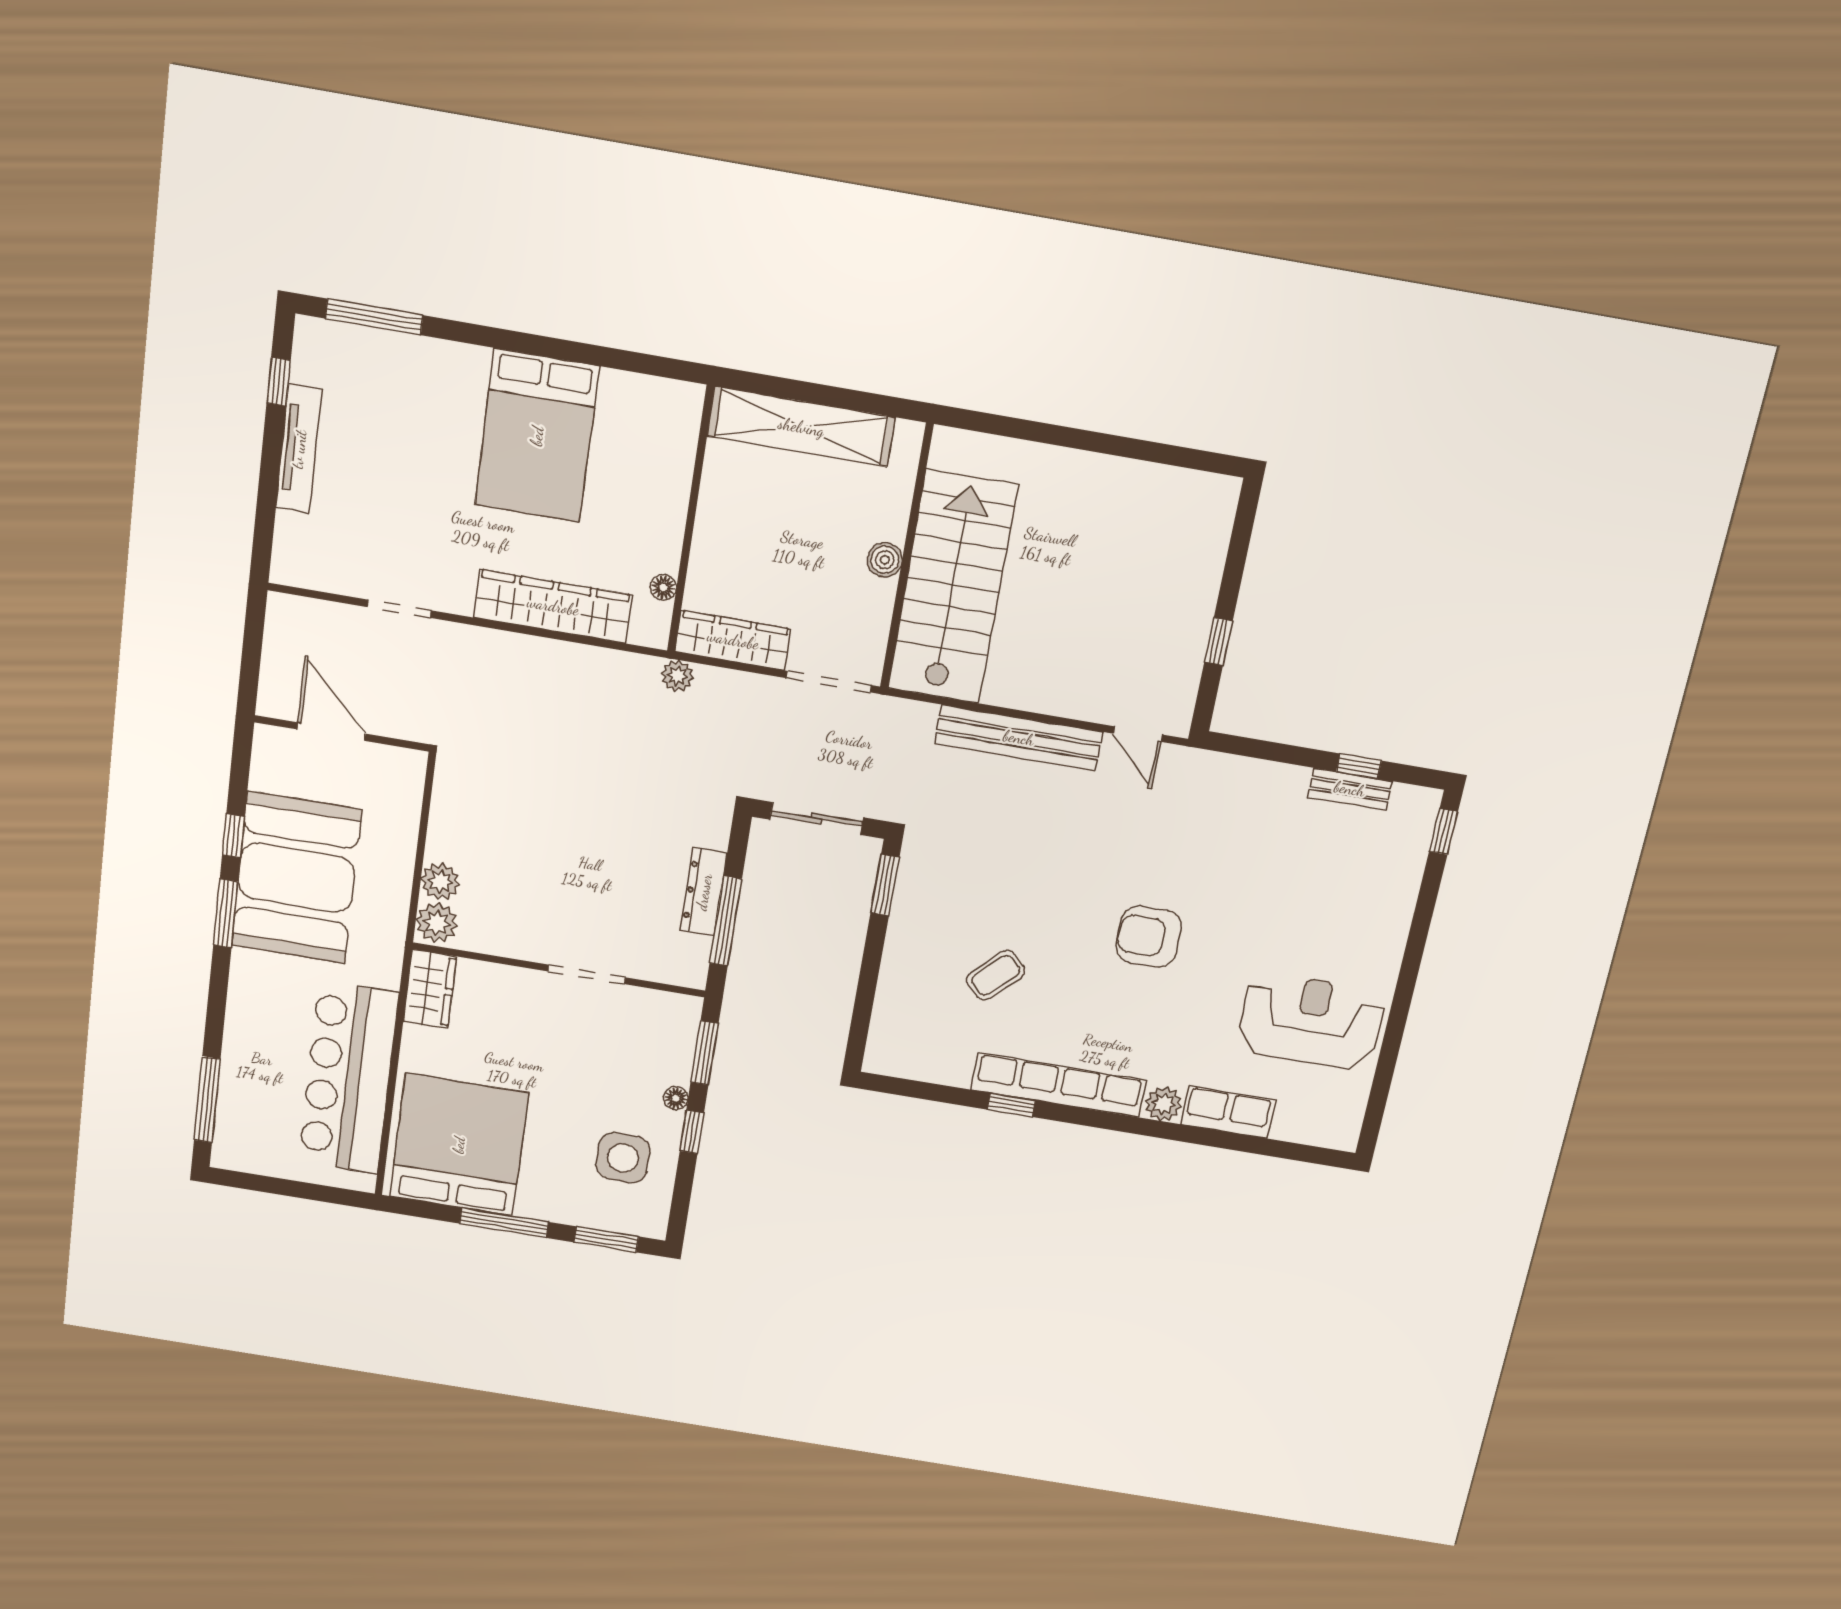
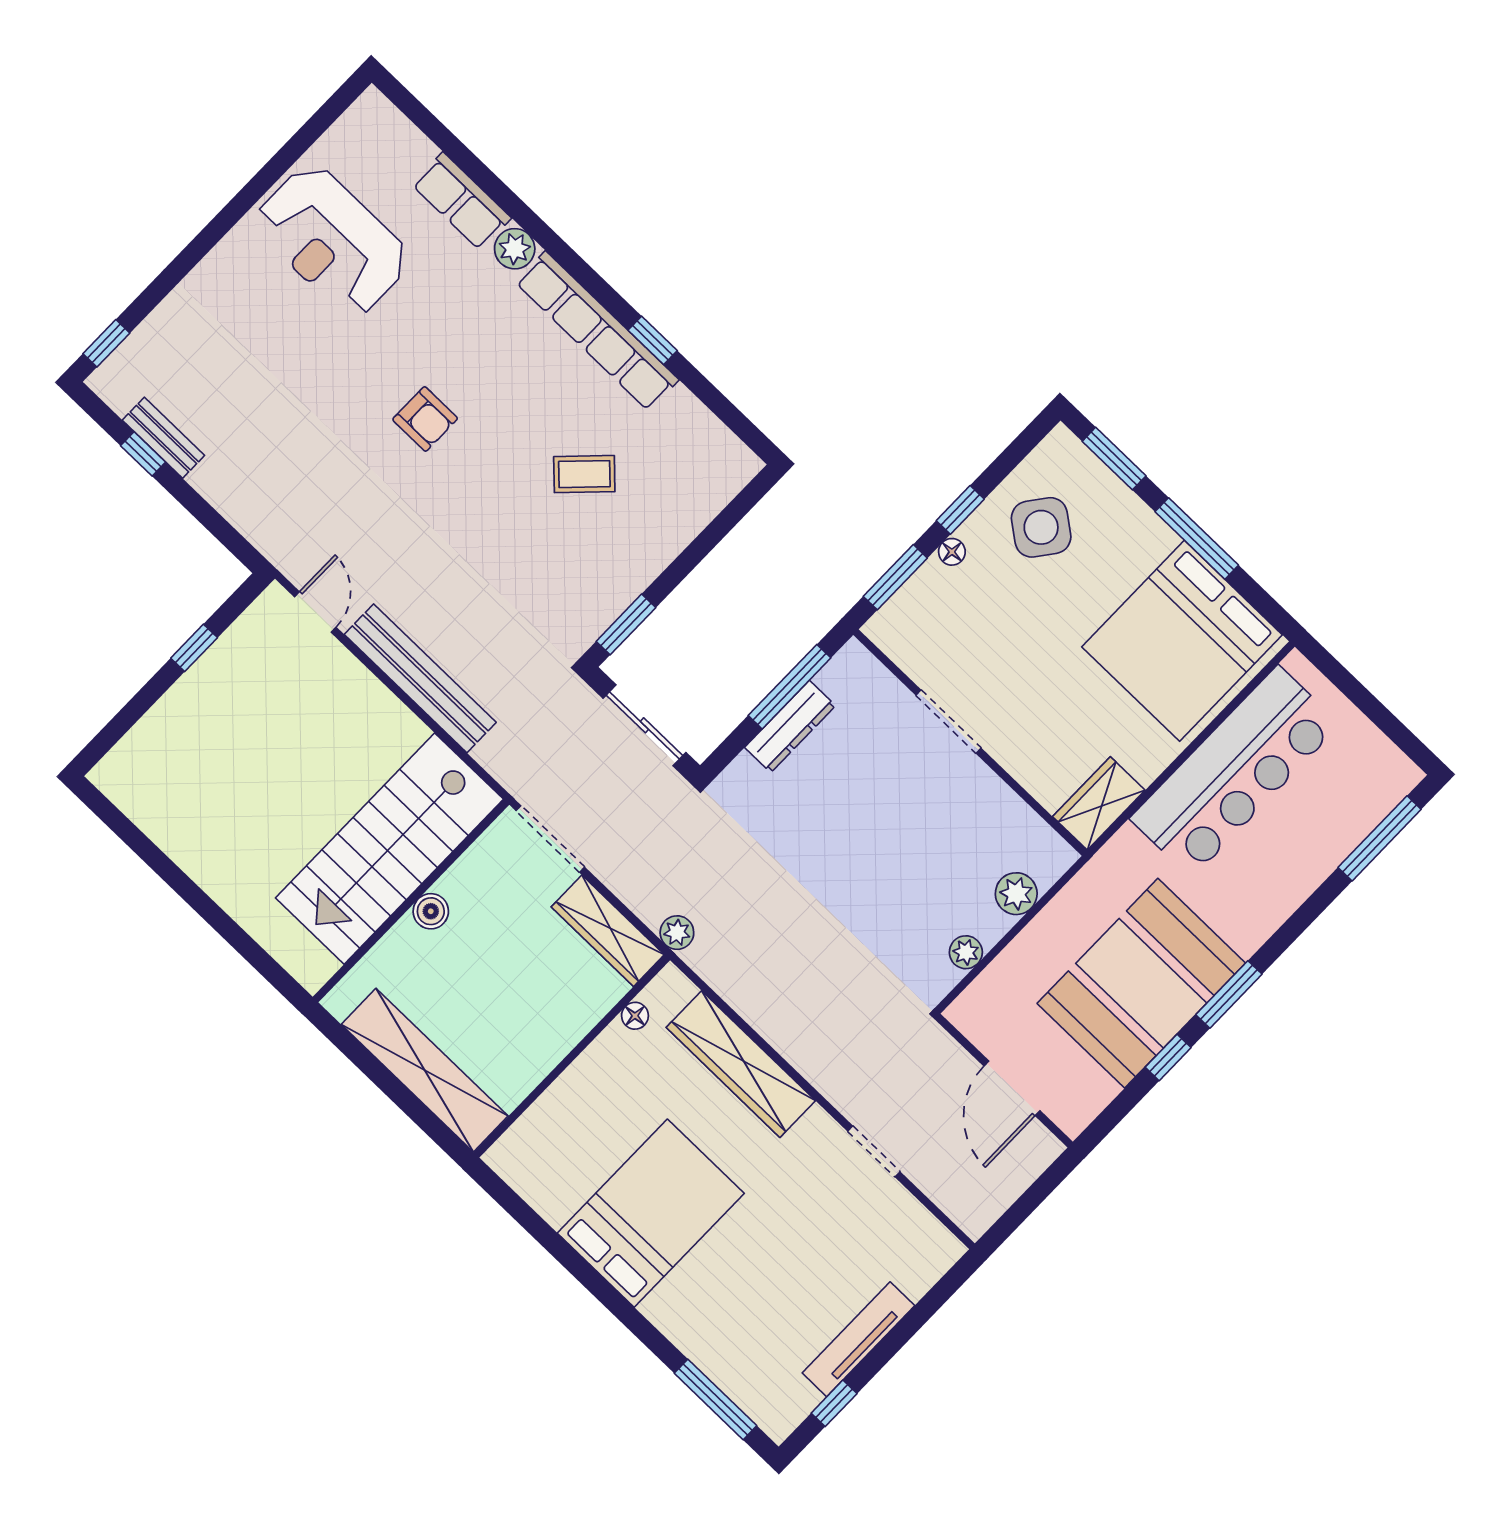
plant: (437, 923) -> (966, 952), moved, width x0.73, depth x0.73
armchair: (1149, 937) -> (425, 419), width x0.72, depth x0.72
side table: (623, 1158) -> (1041, 527), turned 37

